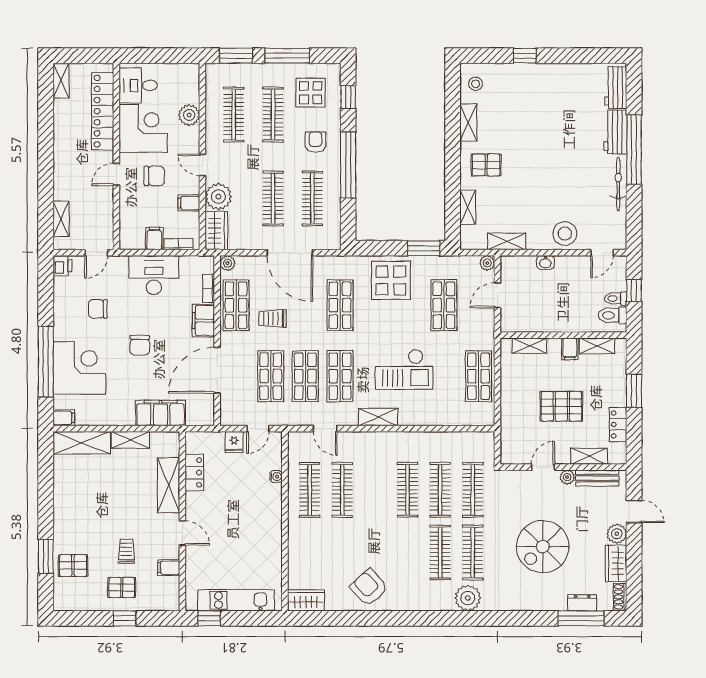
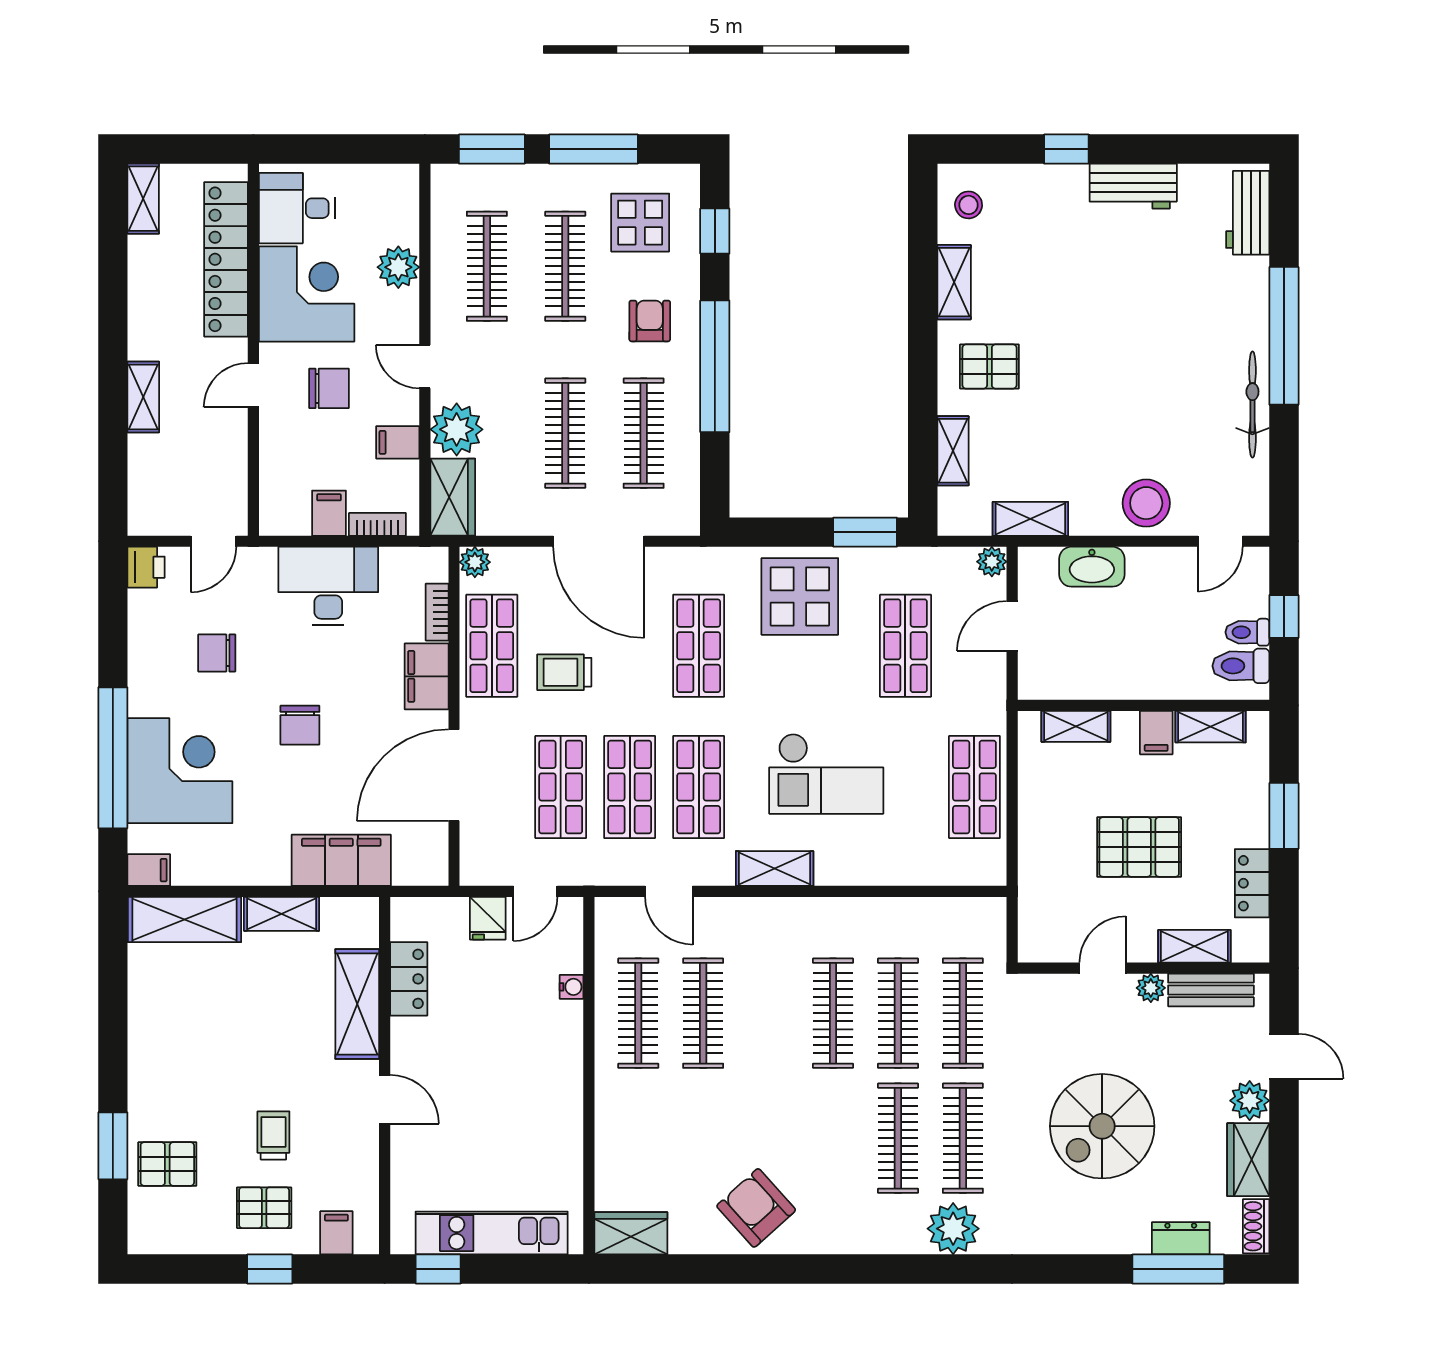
workbench: (615, 132) -> (1133, 186), moved, turned -90
shelving: (61, 219) -> (143, 397), moved
washbasin: (545, 262) -> (1092, 567), width x1.91, depth x1.45
filing cabinet: (169, 568) -> (336, 1233), moved, turned 90

